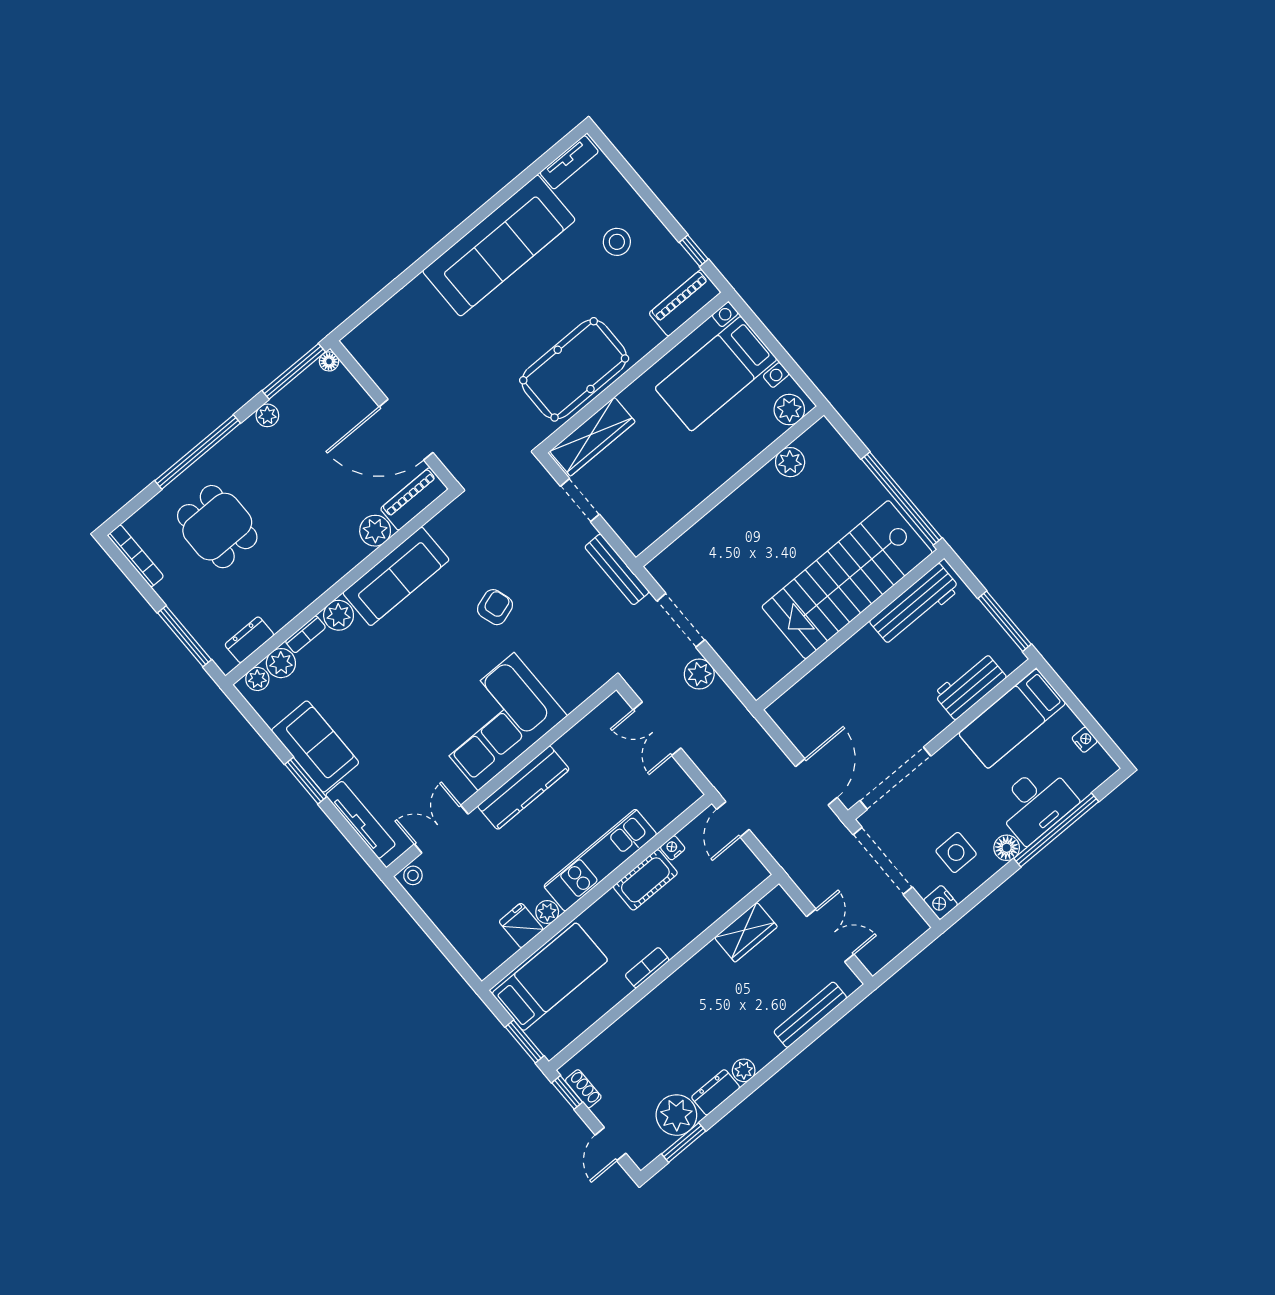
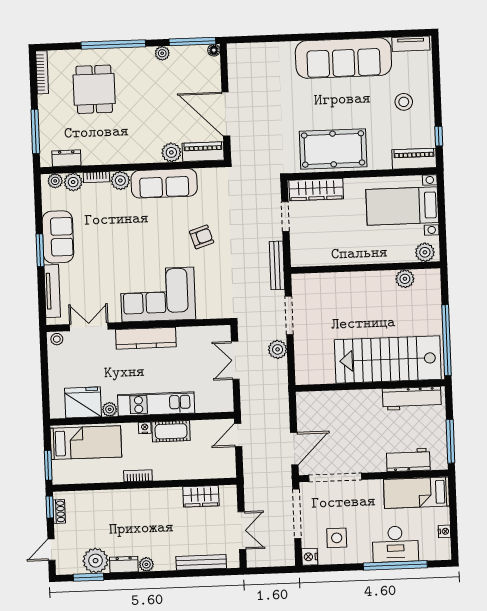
nightstand: (673, 848) -> (145, 428), moved
floor lamp: (1007, 848) -> (364, 555), removed
fridge: (521, 925) -> (83, 402), width x1.88, depth x1.34

